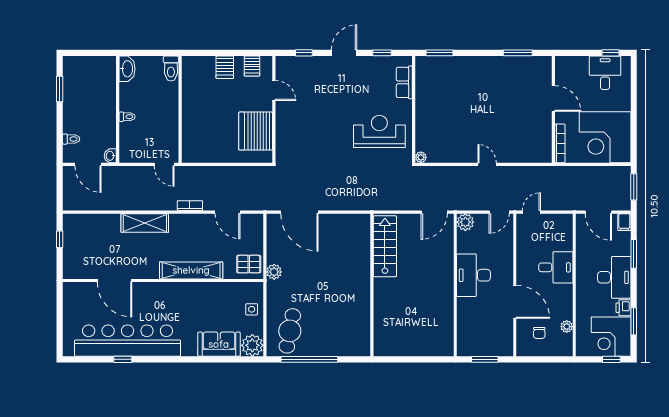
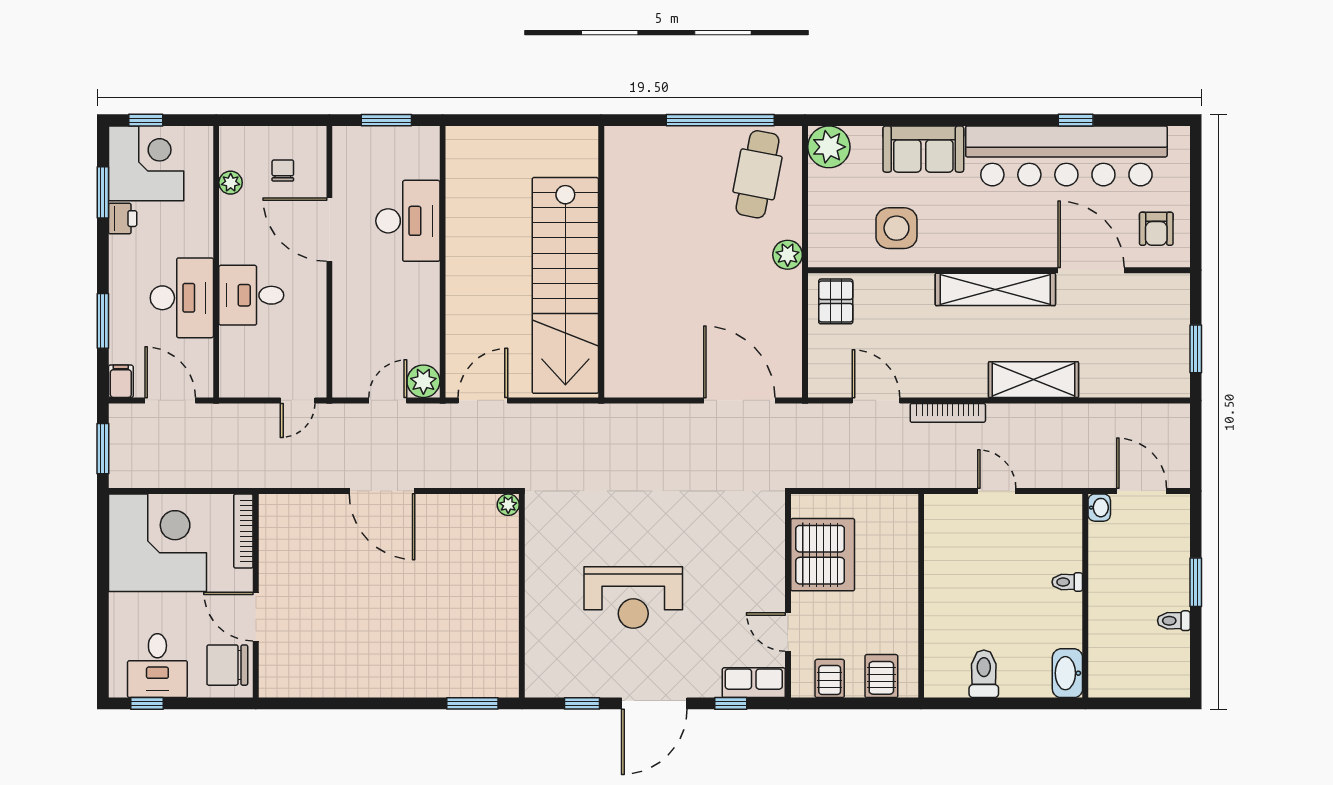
door: (344, 53) -> (654, 703), width x1.36
window: (518, 53) -> (324, 703), removed
chair: (568, 73) -> (227, 665), added
row of seats: (404, 82) -> (754, 683), moved, turned -90
window: (60, 89) -> (1196, 582), moved
wall: (180, 109) -> (921, 596), moved
reception desk: (379, 131) -> (633, 597), moved
toilet: (71, 139) -> (1174, 621), moved
door: (487, 164) -> (382, 491), width x1.87
bookcase: (190, 206) -> (948, 413), width x1.56
door: (499, 212) -> (388, 400), moved
window: (60, 239) -> (1196, 349), width x1.50
stairs: (385, 246) -> (565, 285), width x1.86, depth x1.51
pallet: (249, 264) -> (836, 301), turned 90
shelving: (191, 270) -> (995, 289), moved
plant: (274, 272) -> (788, 255), moved
desk: (474, 275) -> (408, 221), moved
desk: (614, 277) -> (182, 298), moved, turned 180
armchair: (80, 302) -> (1156, 229), added
side table: (252, 309) -> (896, 228), moved, width x1.87, depth x1.87
sofa: (219, 344) -> (923, 149), moved

